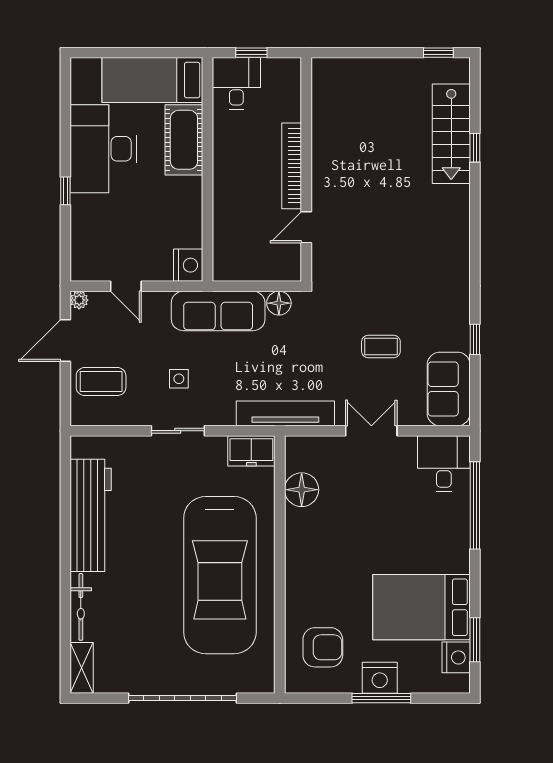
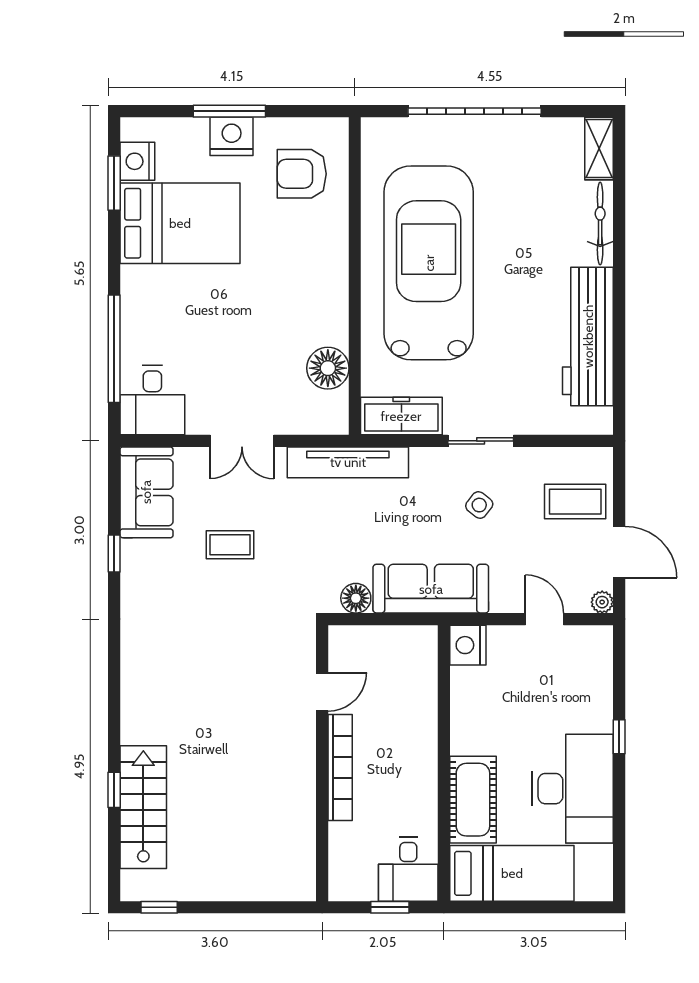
door: (65, 341) -> (619, 552), hinge flipped
side table: (179, 379) -> (479, 505), turned 38
freezer: (251, 451) -> (401, 416), width x1.40

